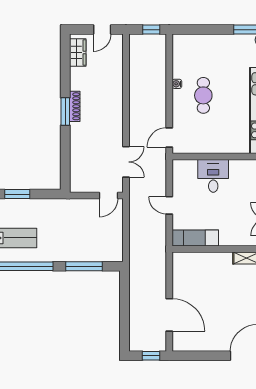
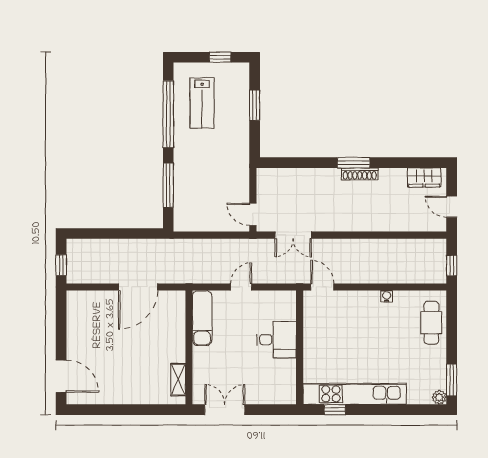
cafe table: (203, 95) -> (431, 323), moved, turned 90
door: (169, 315) -> (138, 287), moved

